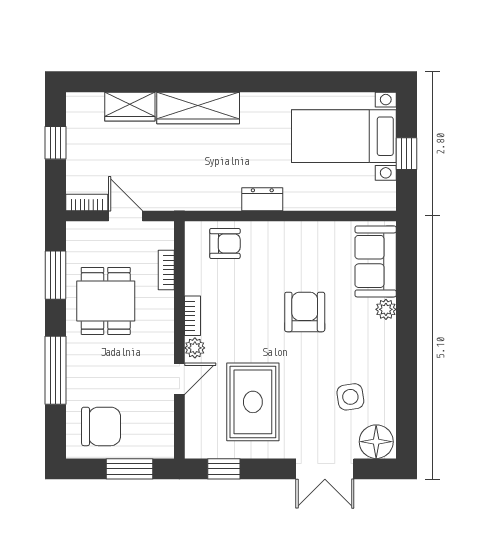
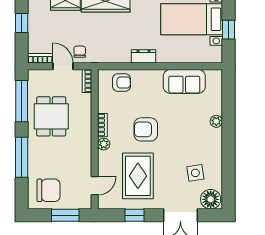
chair: (154, 191) -> (80, 52), added
sofa: (376, 261) -> (184, 81), moved, turned -90
bookcase: (166, 270) -> (87, 81), moved
window: (56, 275) -> (22, 101), width x1.44
armchair: (305, 312) -> (146, 129), moved, turned -90
door: (179, 379) -> (95, 186), moved
window: (224, 469) -> (134, 215), moved

